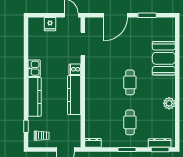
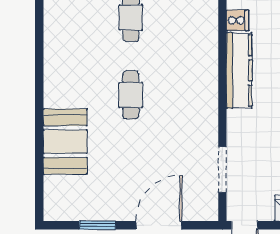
cooker: (75, 69) -> (238, 20), moved
plant: (169, 103) -> (55, 54), removed

